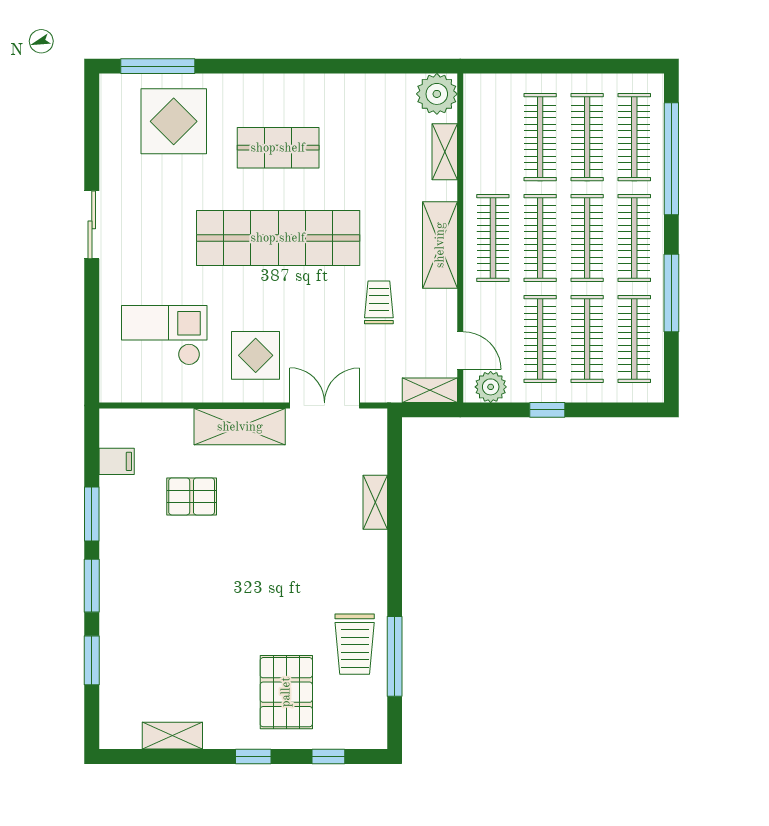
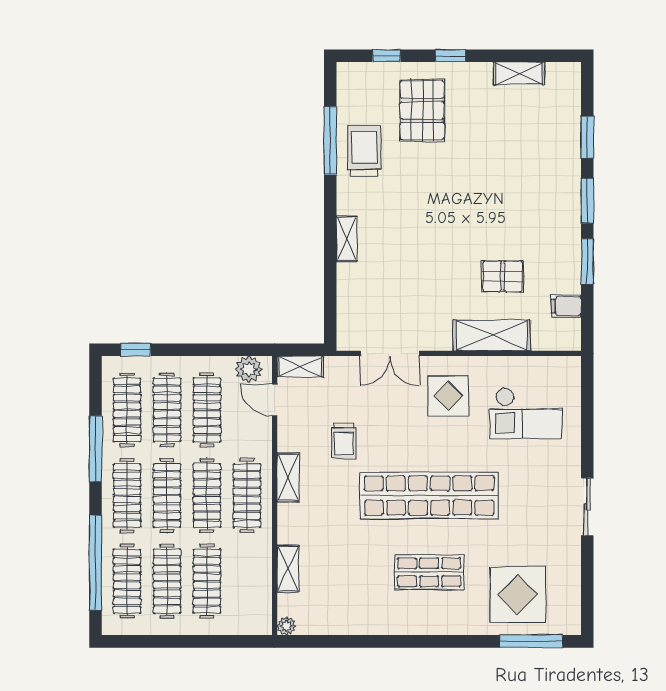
plant: (437, 94) -> (286, 626), width x0.53, depth x0.53
shelving: (440, 245) -> (288, 477), width x0.67, depth x0.75
window: (547, 410) -> (136, 350), moved
shelving: (240, 427) -> (492, 336), moved
shelving: (375, 502) -> (347, 238), moved

